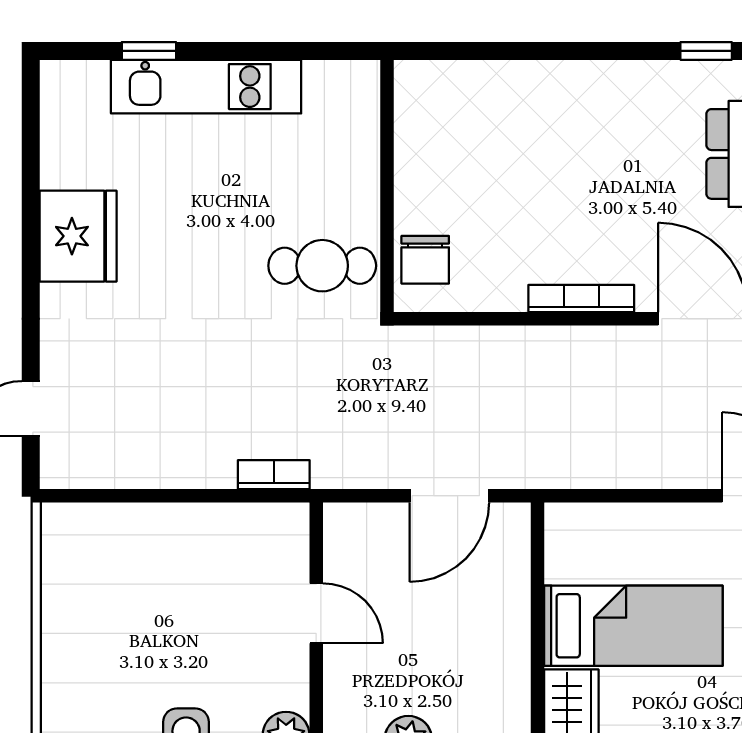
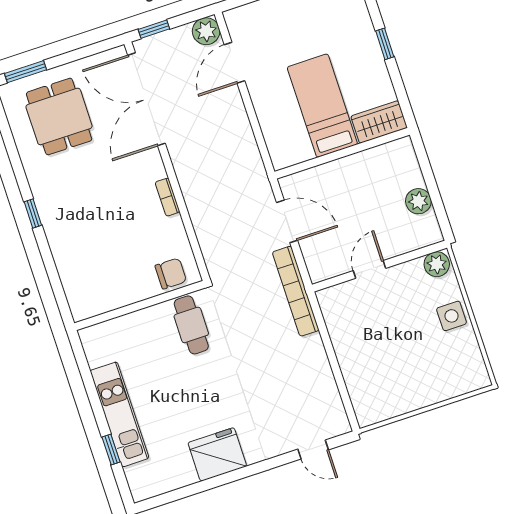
window: (706, 51) -> (33, 213), moved
bookcase: (581, 298) -> (167, 197), width x0.64
bookcase: (274, 475) -> (296, 291), width x2.31, depth x1.31

